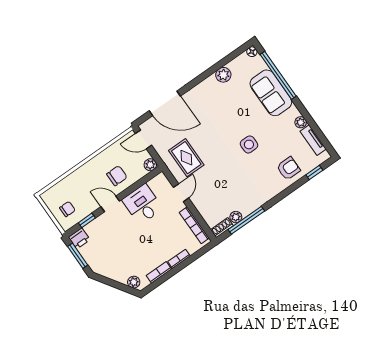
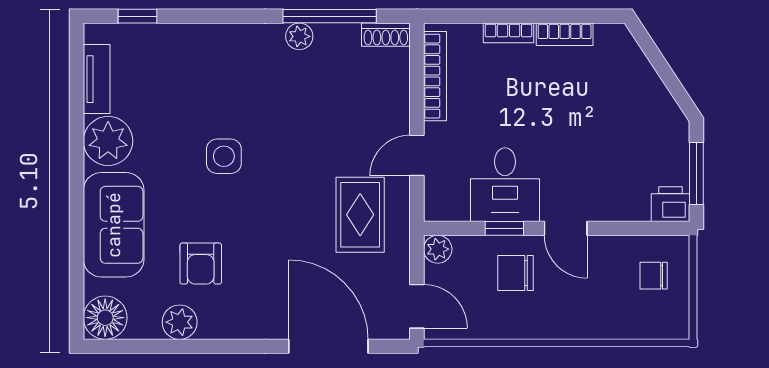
floor lamp: (252, 52) -> (105, 318), width x1.89, depth x1.89
window: (278, 75) -> (77, 248), removed
plant: (301, 122) -> (108, 141), width x1.88, depth x1.88
armchair: (288, 168) -> (201, 264), moved, turned -90
plant: (236, 217) -> (299, 36), moved
window: (87, 220) -> (504, 228), moved
plant: (134, 282) -> (625, 49), removed

